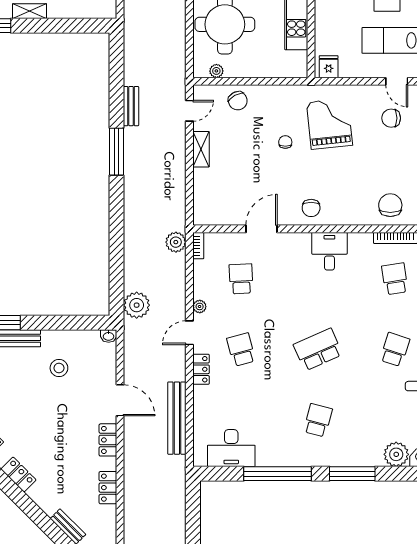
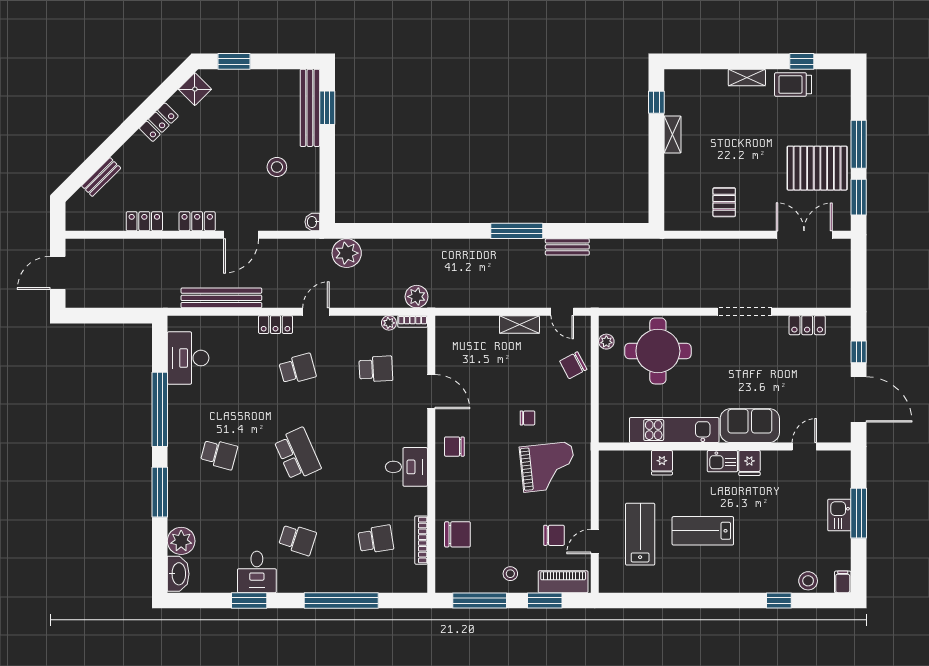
fridge: (329, 67) -> (662, 463), moved, turned 90
chair: (391, 118) -> (554, 535), turned 90
plant: (200, 306) -> (389, 323), moved
door: (189, 333) -> (316, 312), hinge flipped

